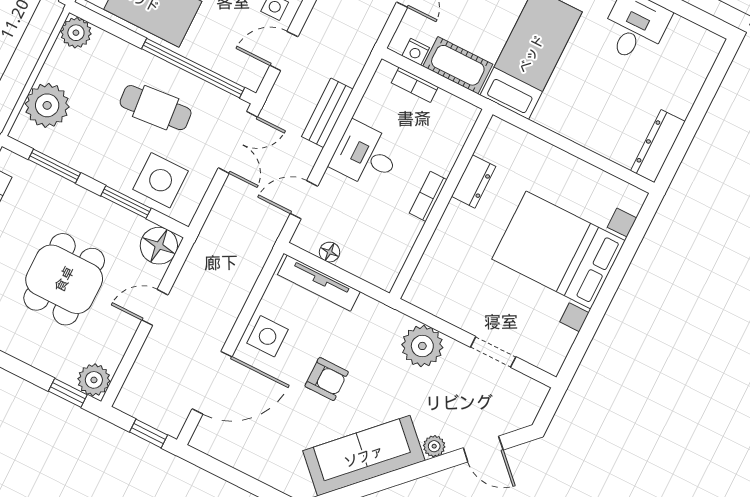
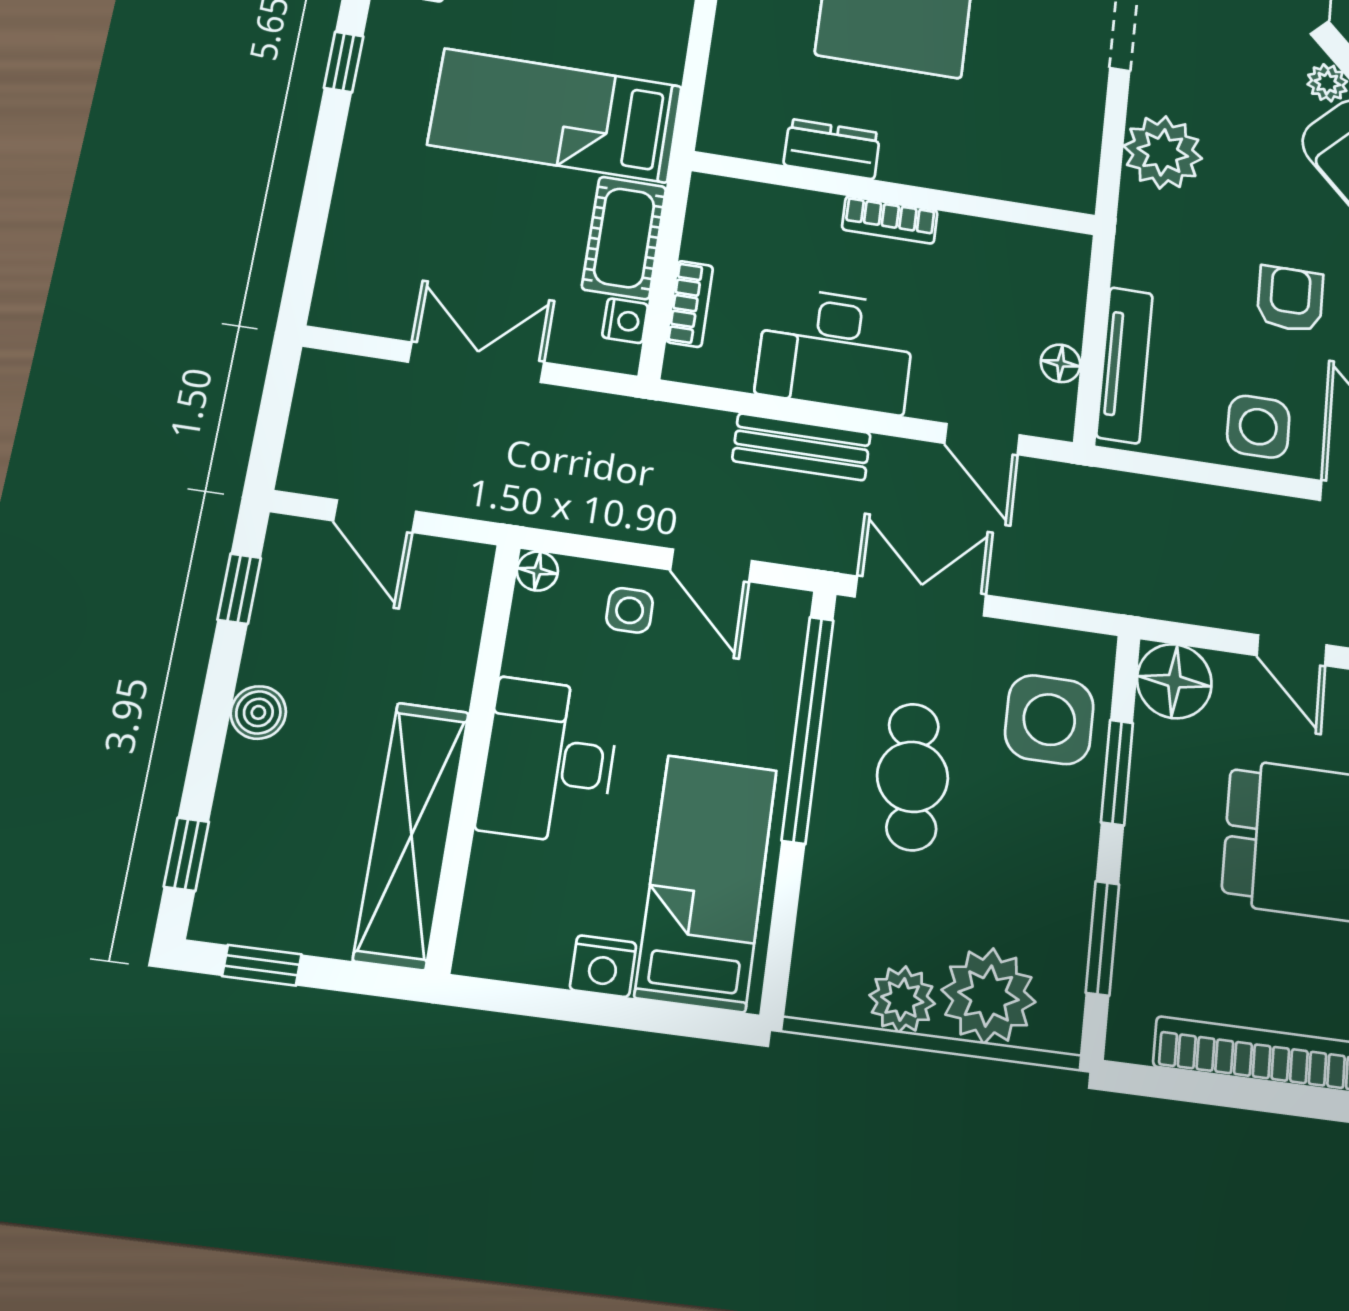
plant: (76, 33) -> (902, 999), moved
desk: (366, 155) -> (836, 350), width x1.37

